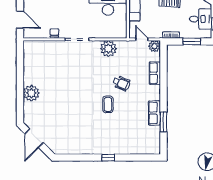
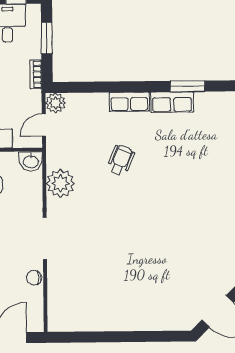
washbasin: (121, 32) -> (31, 161), added
row of seats: (155, 73) -> (129, 102), moved
plant: (31, 93) -> (139, 317), removed
coffee table: (108, 104) -> (158, 183), removed

